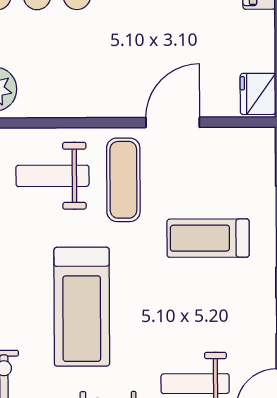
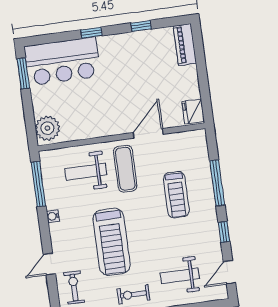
treadmill: (208, 238) -> (176, 195), turned -90

